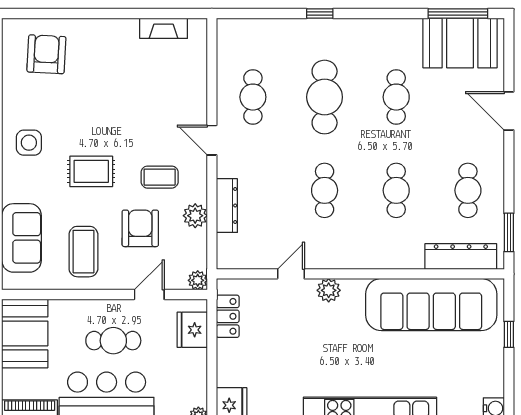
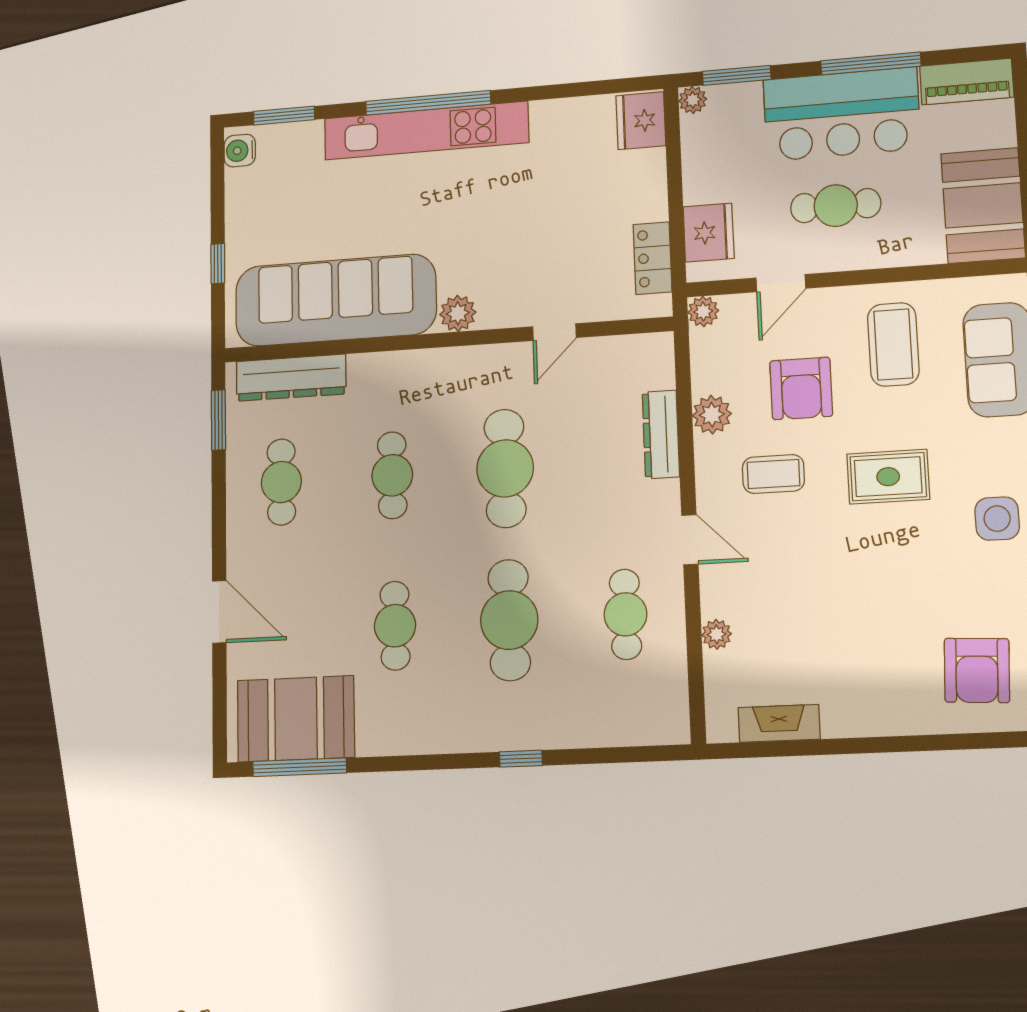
plant: (198, 82) -> (717, 634), added
cafe table: (325, 190) -> (505, 468), width x1.37, depth x1.35
plant: (329, 290) -> (458, 313), moved

